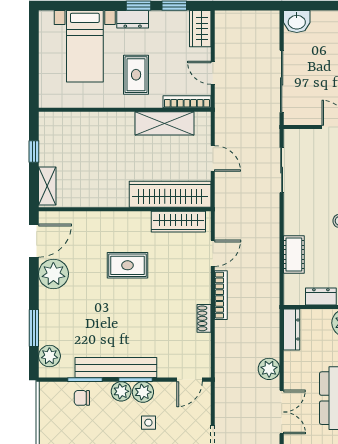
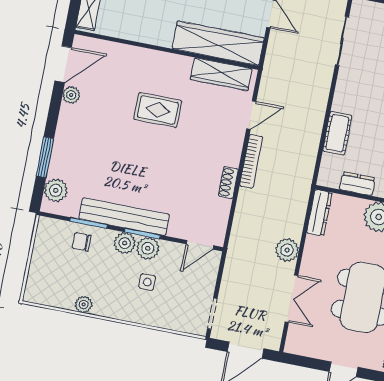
plant: (53, 274) -> (71, 95), width x0.53, depth x0.53

